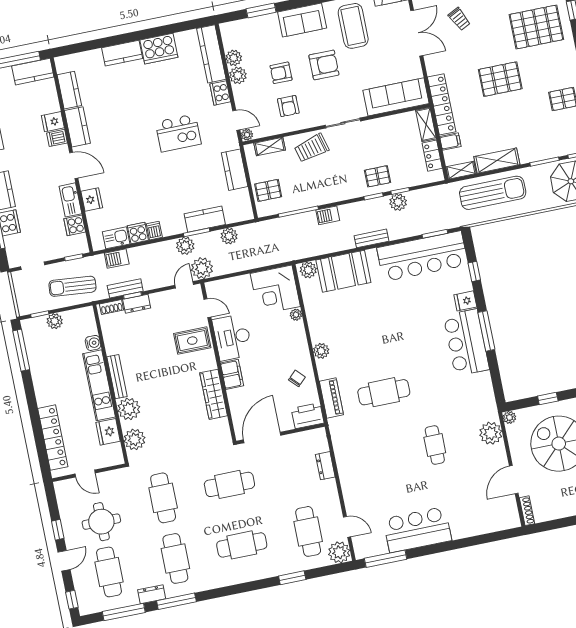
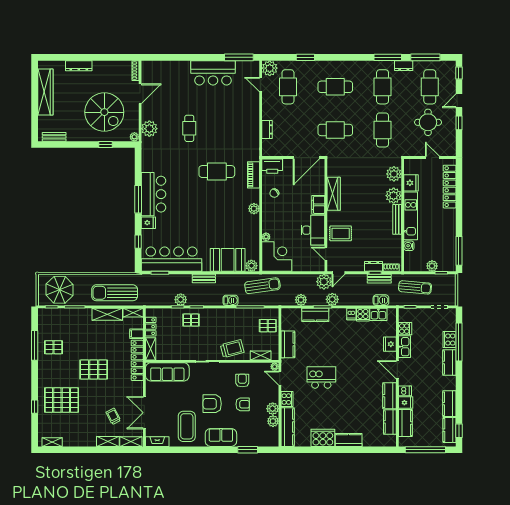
kitchen counter: (33, 72) -> (405, 423), moved, turned 90
sun lounger: (287, 245) -> (262, 286), added

